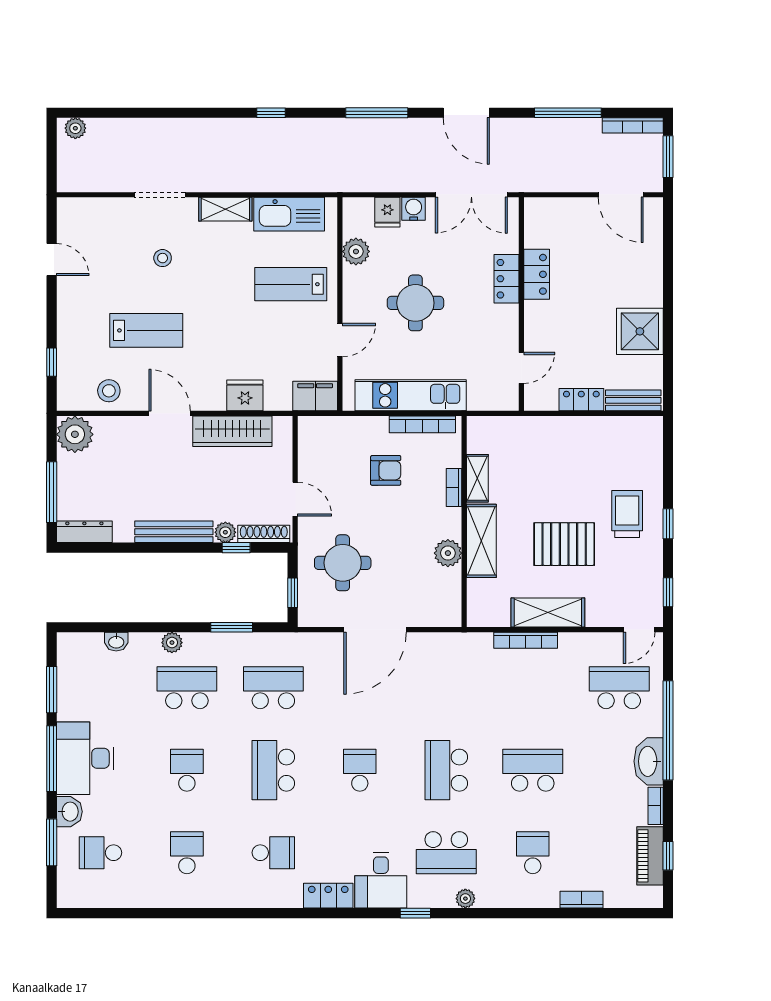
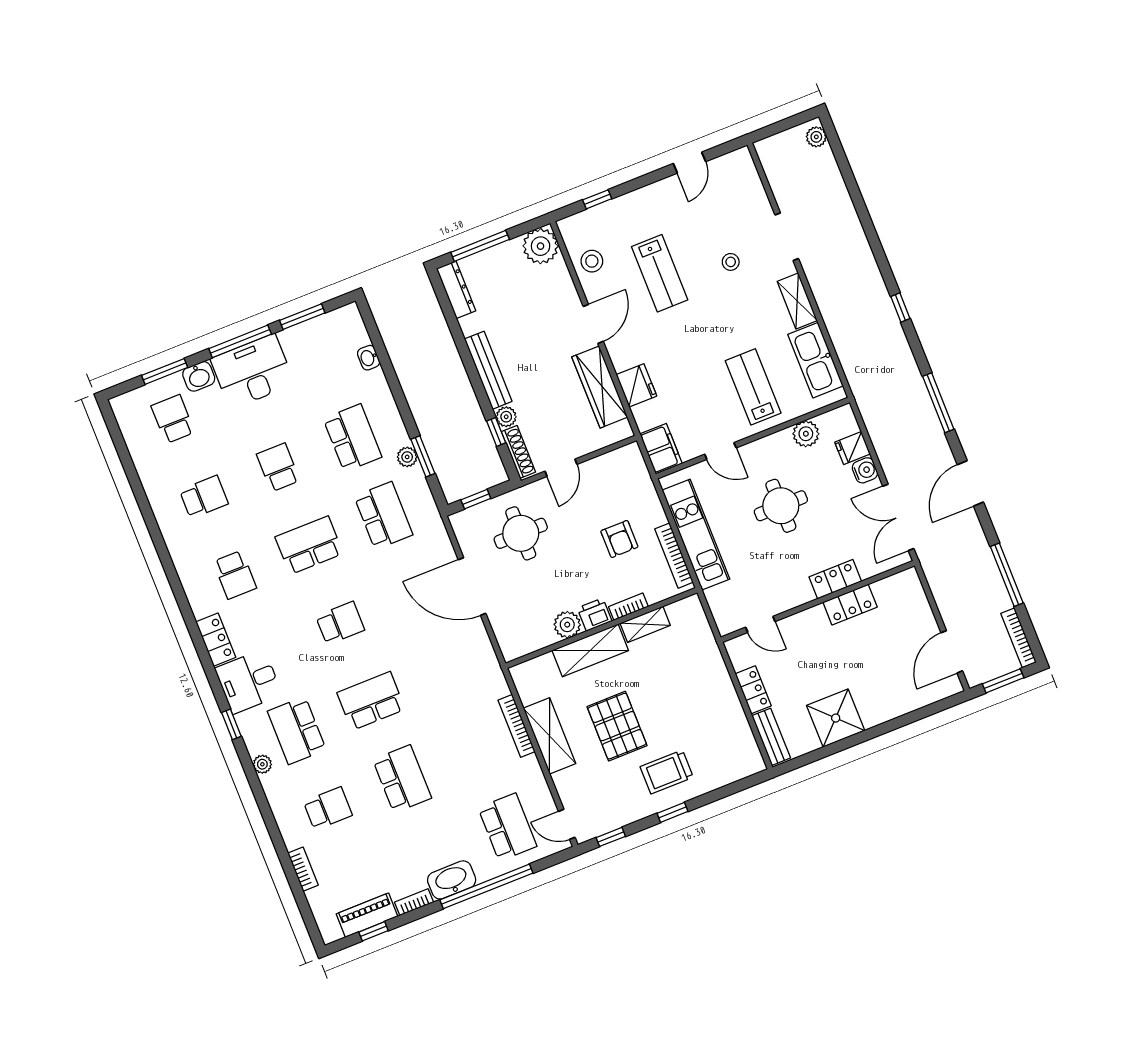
trolley: (627, 514) -> (667, 772), turned 180
printer: (449, 523) -> (595, 615), added
plant: (172, 643) -> (407, 457), moved
school desk: (187, 770) -> (278, 467), turned -90

